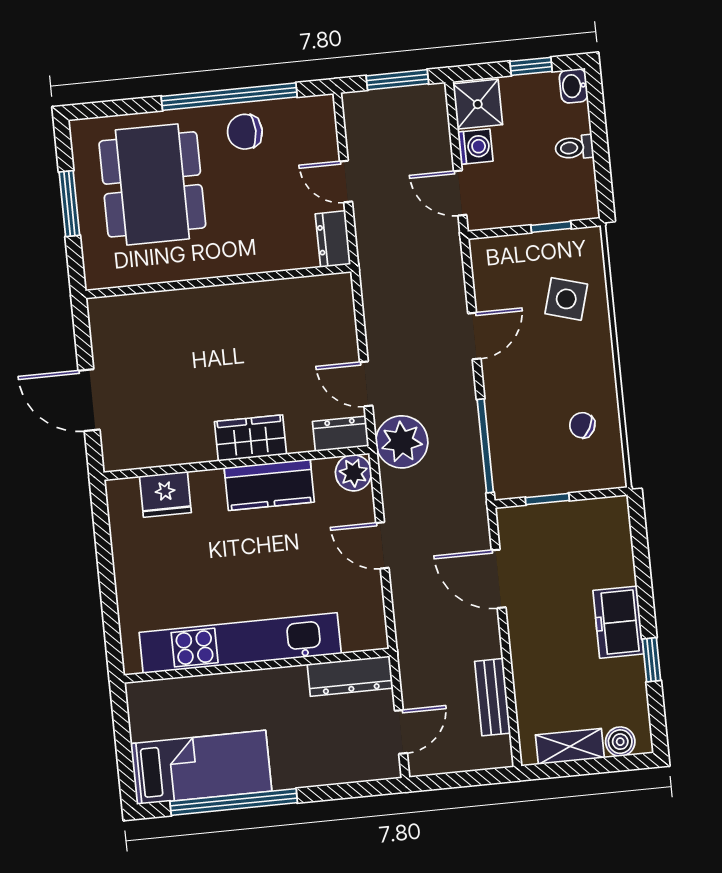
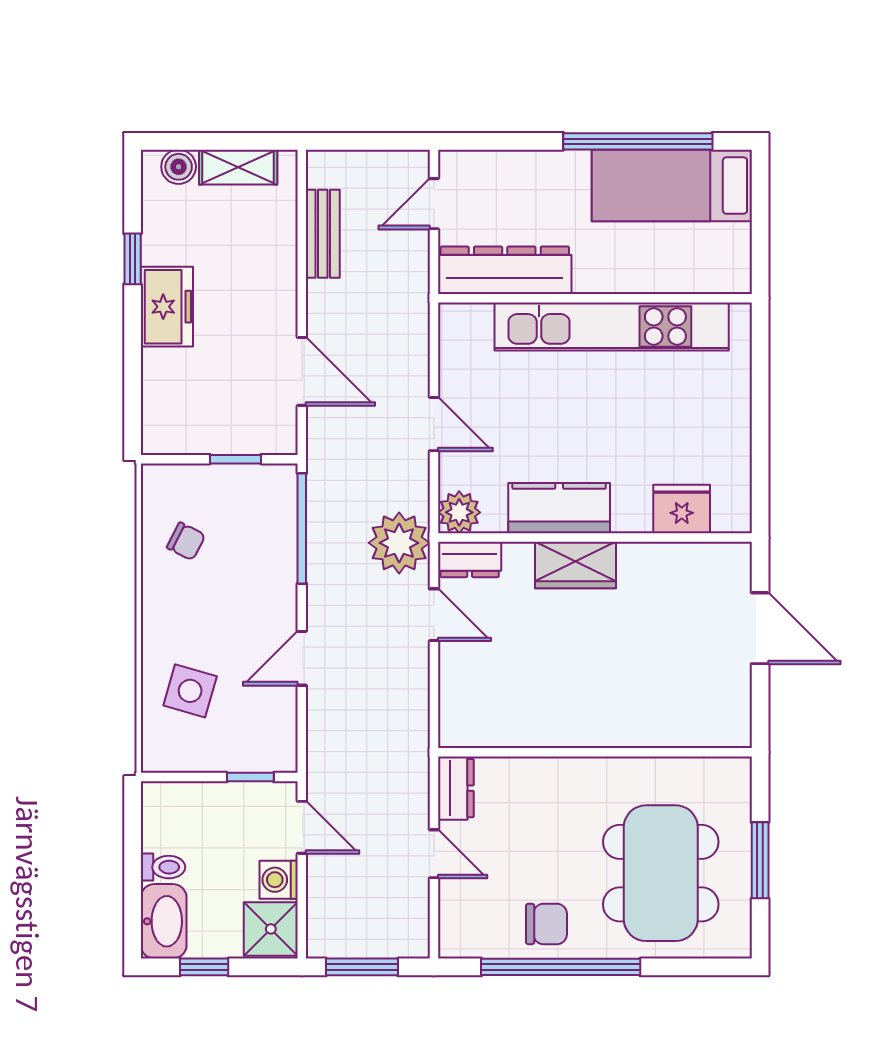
washbasin: (574, 86) -> (164, 921), width x1.91, depth x1.45
window: (551, 227) -> (250, 777), moved
dresser: (350, 676) -> (505, 270), width x1.37, depth x1.24

